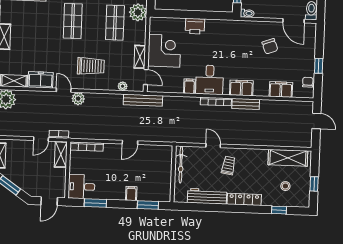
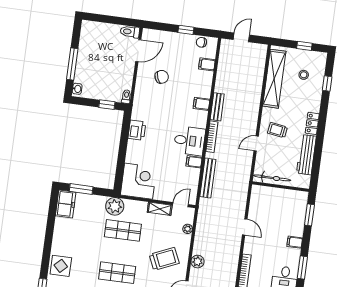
printer: (195, 26) -> (137, 130), moved
corner desk: (164, 51) -> (139, 181), moved, turned 90
trolley: (91, 66) -> (164, 259), turned 66
filing cabinet: (241, 88) -> (201, 104), width x0.50
filing cabinet: (281, 89) -> (207, 64), width x0.50
plant: (78, 99) -> (198, 262), moved
bench: (143, 100) -> (208, 178), moved
shelving: (288, 158) -> (274, 79), width x1.47
filing cabinet: (131, 194) -> (295, 242), moved
locker: (244, 199) -> (312, 123), width x0.66

